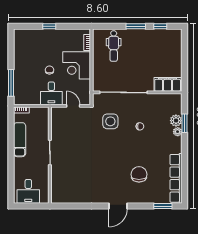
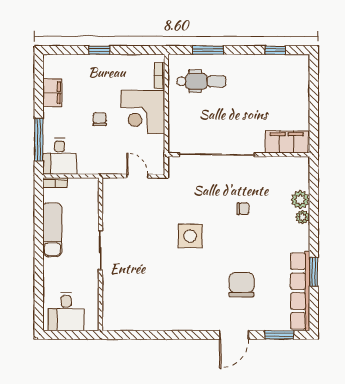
window: (136, 26) -> (208, 50), moved
dental chair: (114, 46) -> (201, 81), turned -90
filing cabinet: (20, 53) -> (52, 93), added
desk: (51, 93) -> (60, 156), moved
side table: (110, 121) -> (190, 236), moved
window: (185, 123) -> (314, 272), moved
door: (118, 206) -> (234, 335), moved

